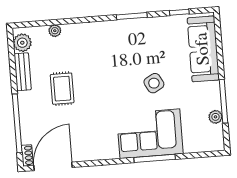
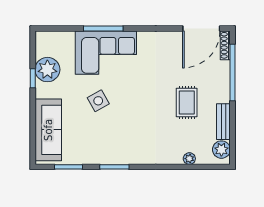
window: (179, 12) -> (69, 167), width x1.50
window: (224, 101) -> (33, 78), width x0.46
plant: (215, 117) -> (47, 70), width x1.87, depth x1.87
shoe rack: (27, 155) -> (225, 45), width x1.43

